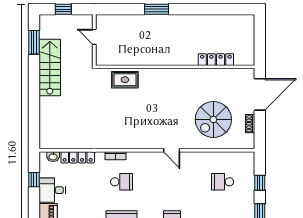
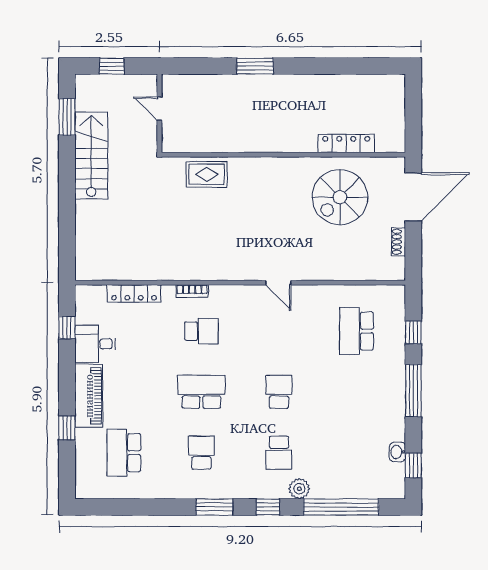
spiral stairs: (213, 119) -> (340, 197), moved
washbasin: (53, 157) -> (96, 292), removed
school desk: (223, 182) -> (357, 331), width x1.85

